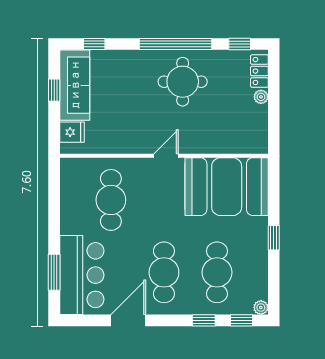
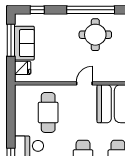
sofa: (75, 85) -> (24, 43), width x0.73
window: (54, 90) -> (11, 40), width x2.17

